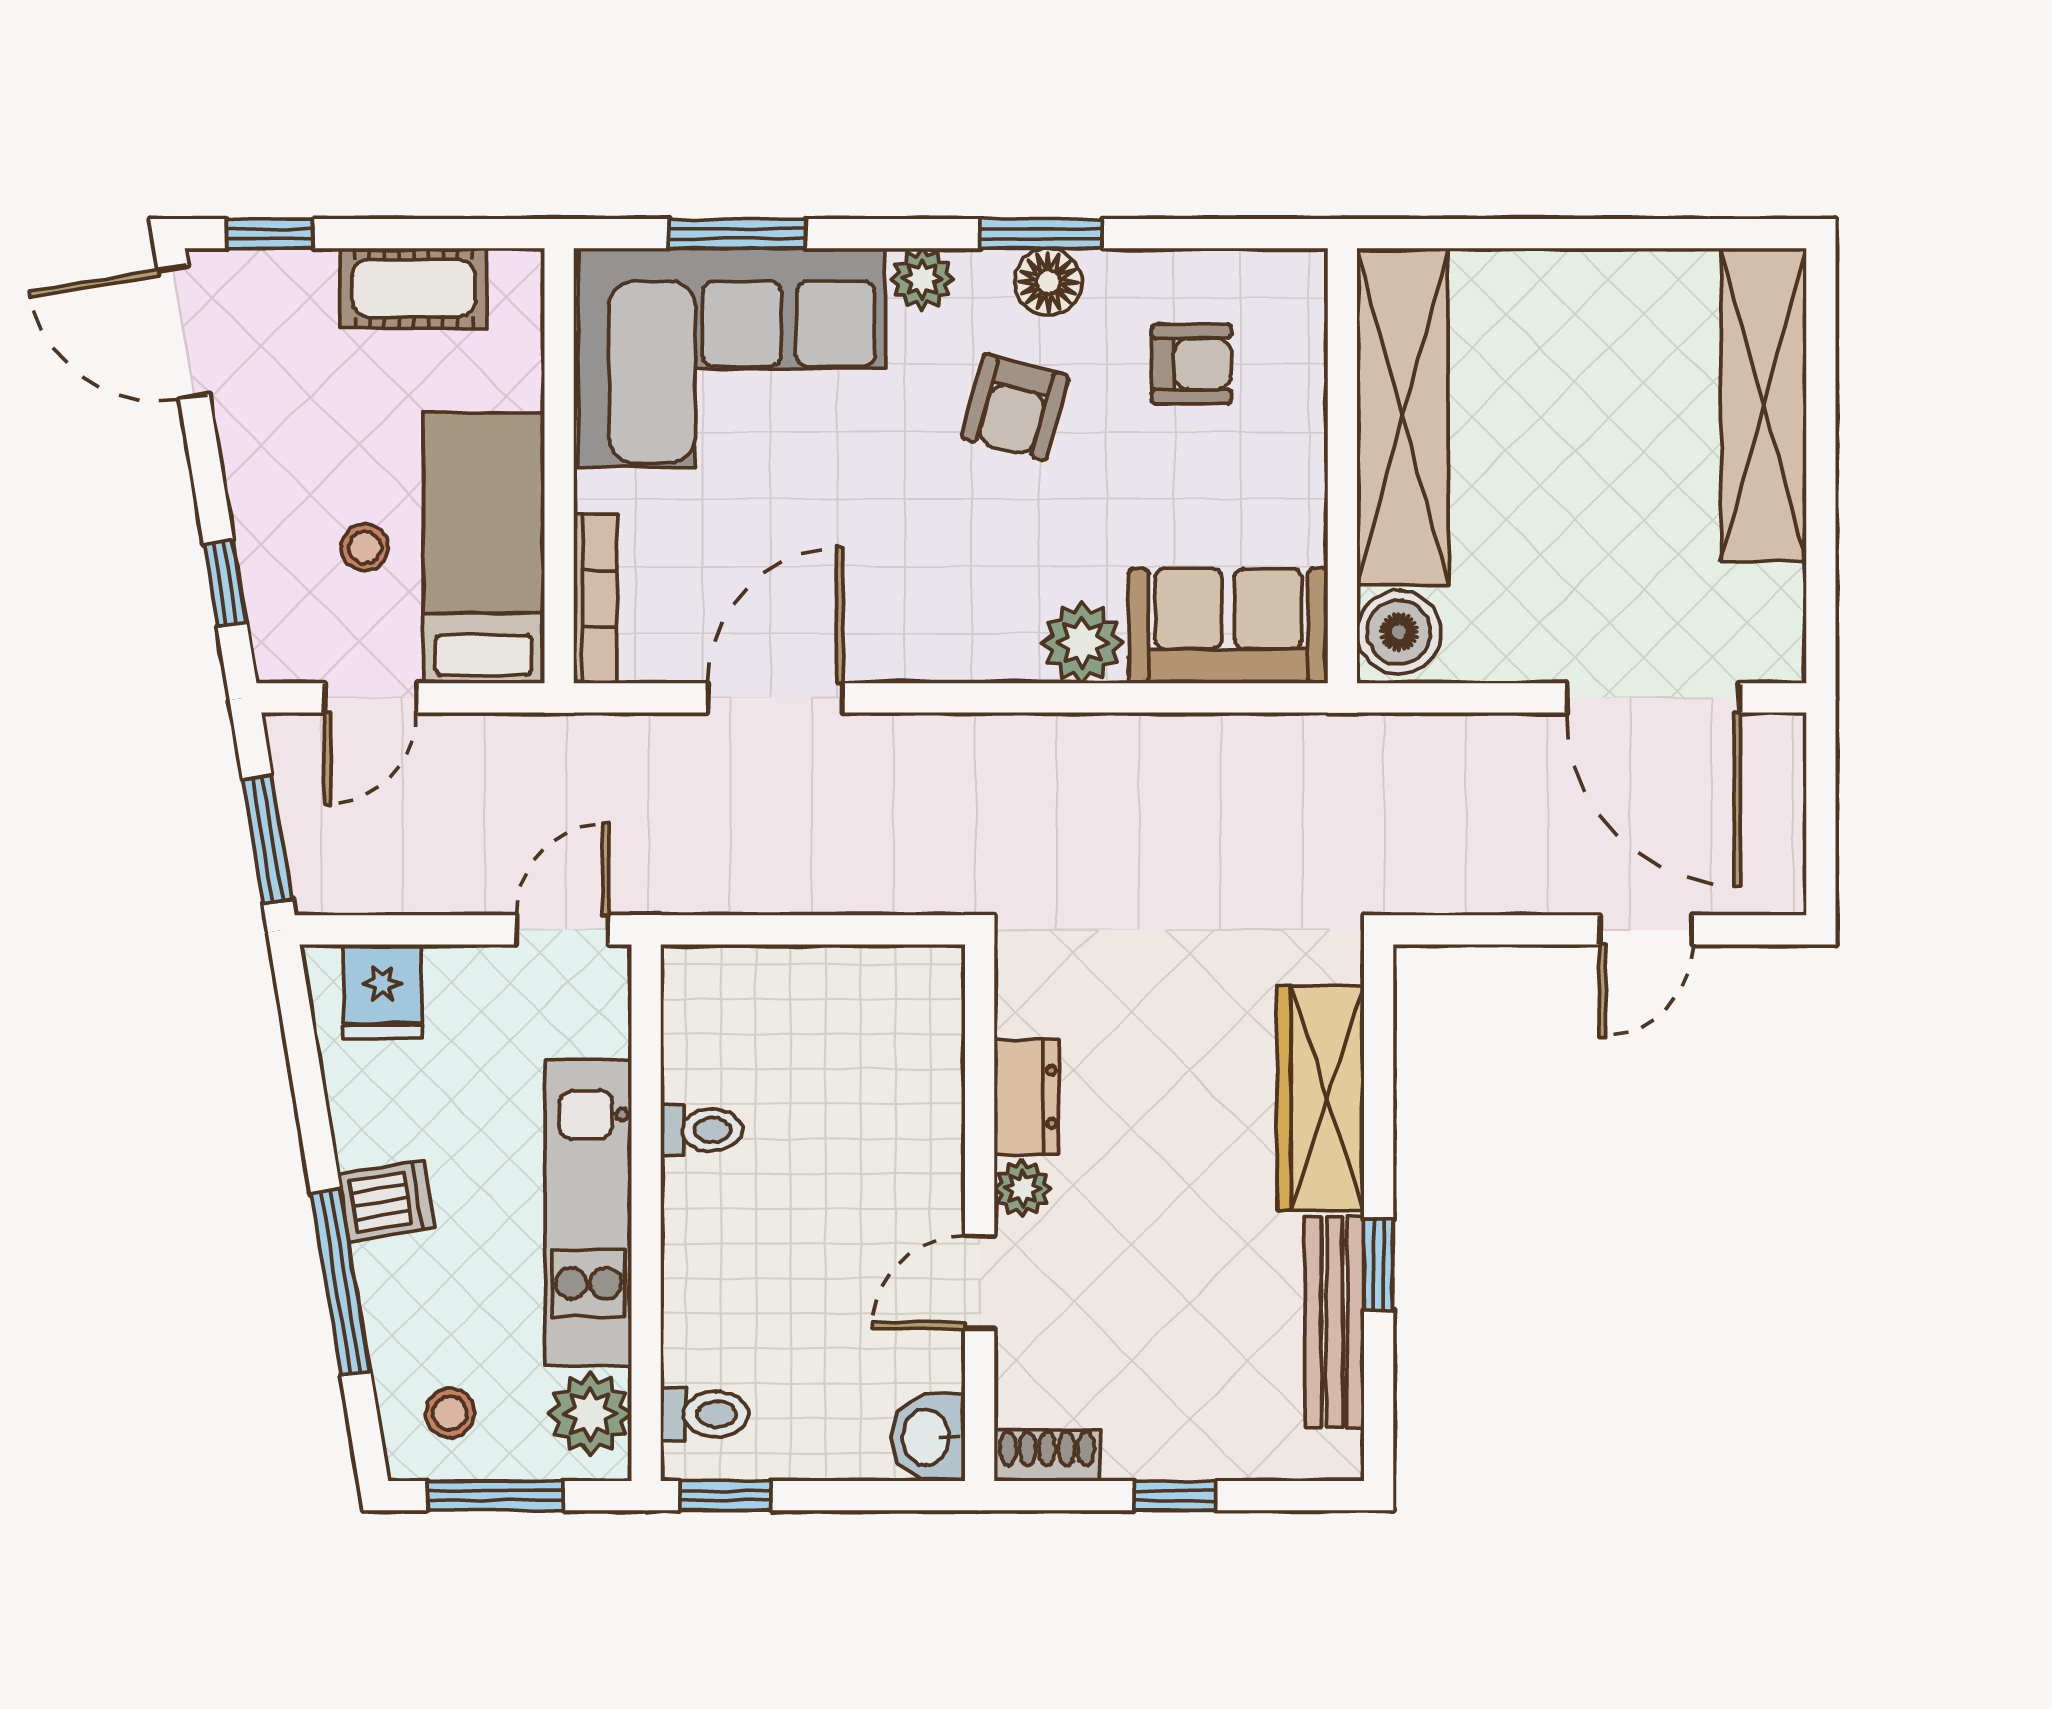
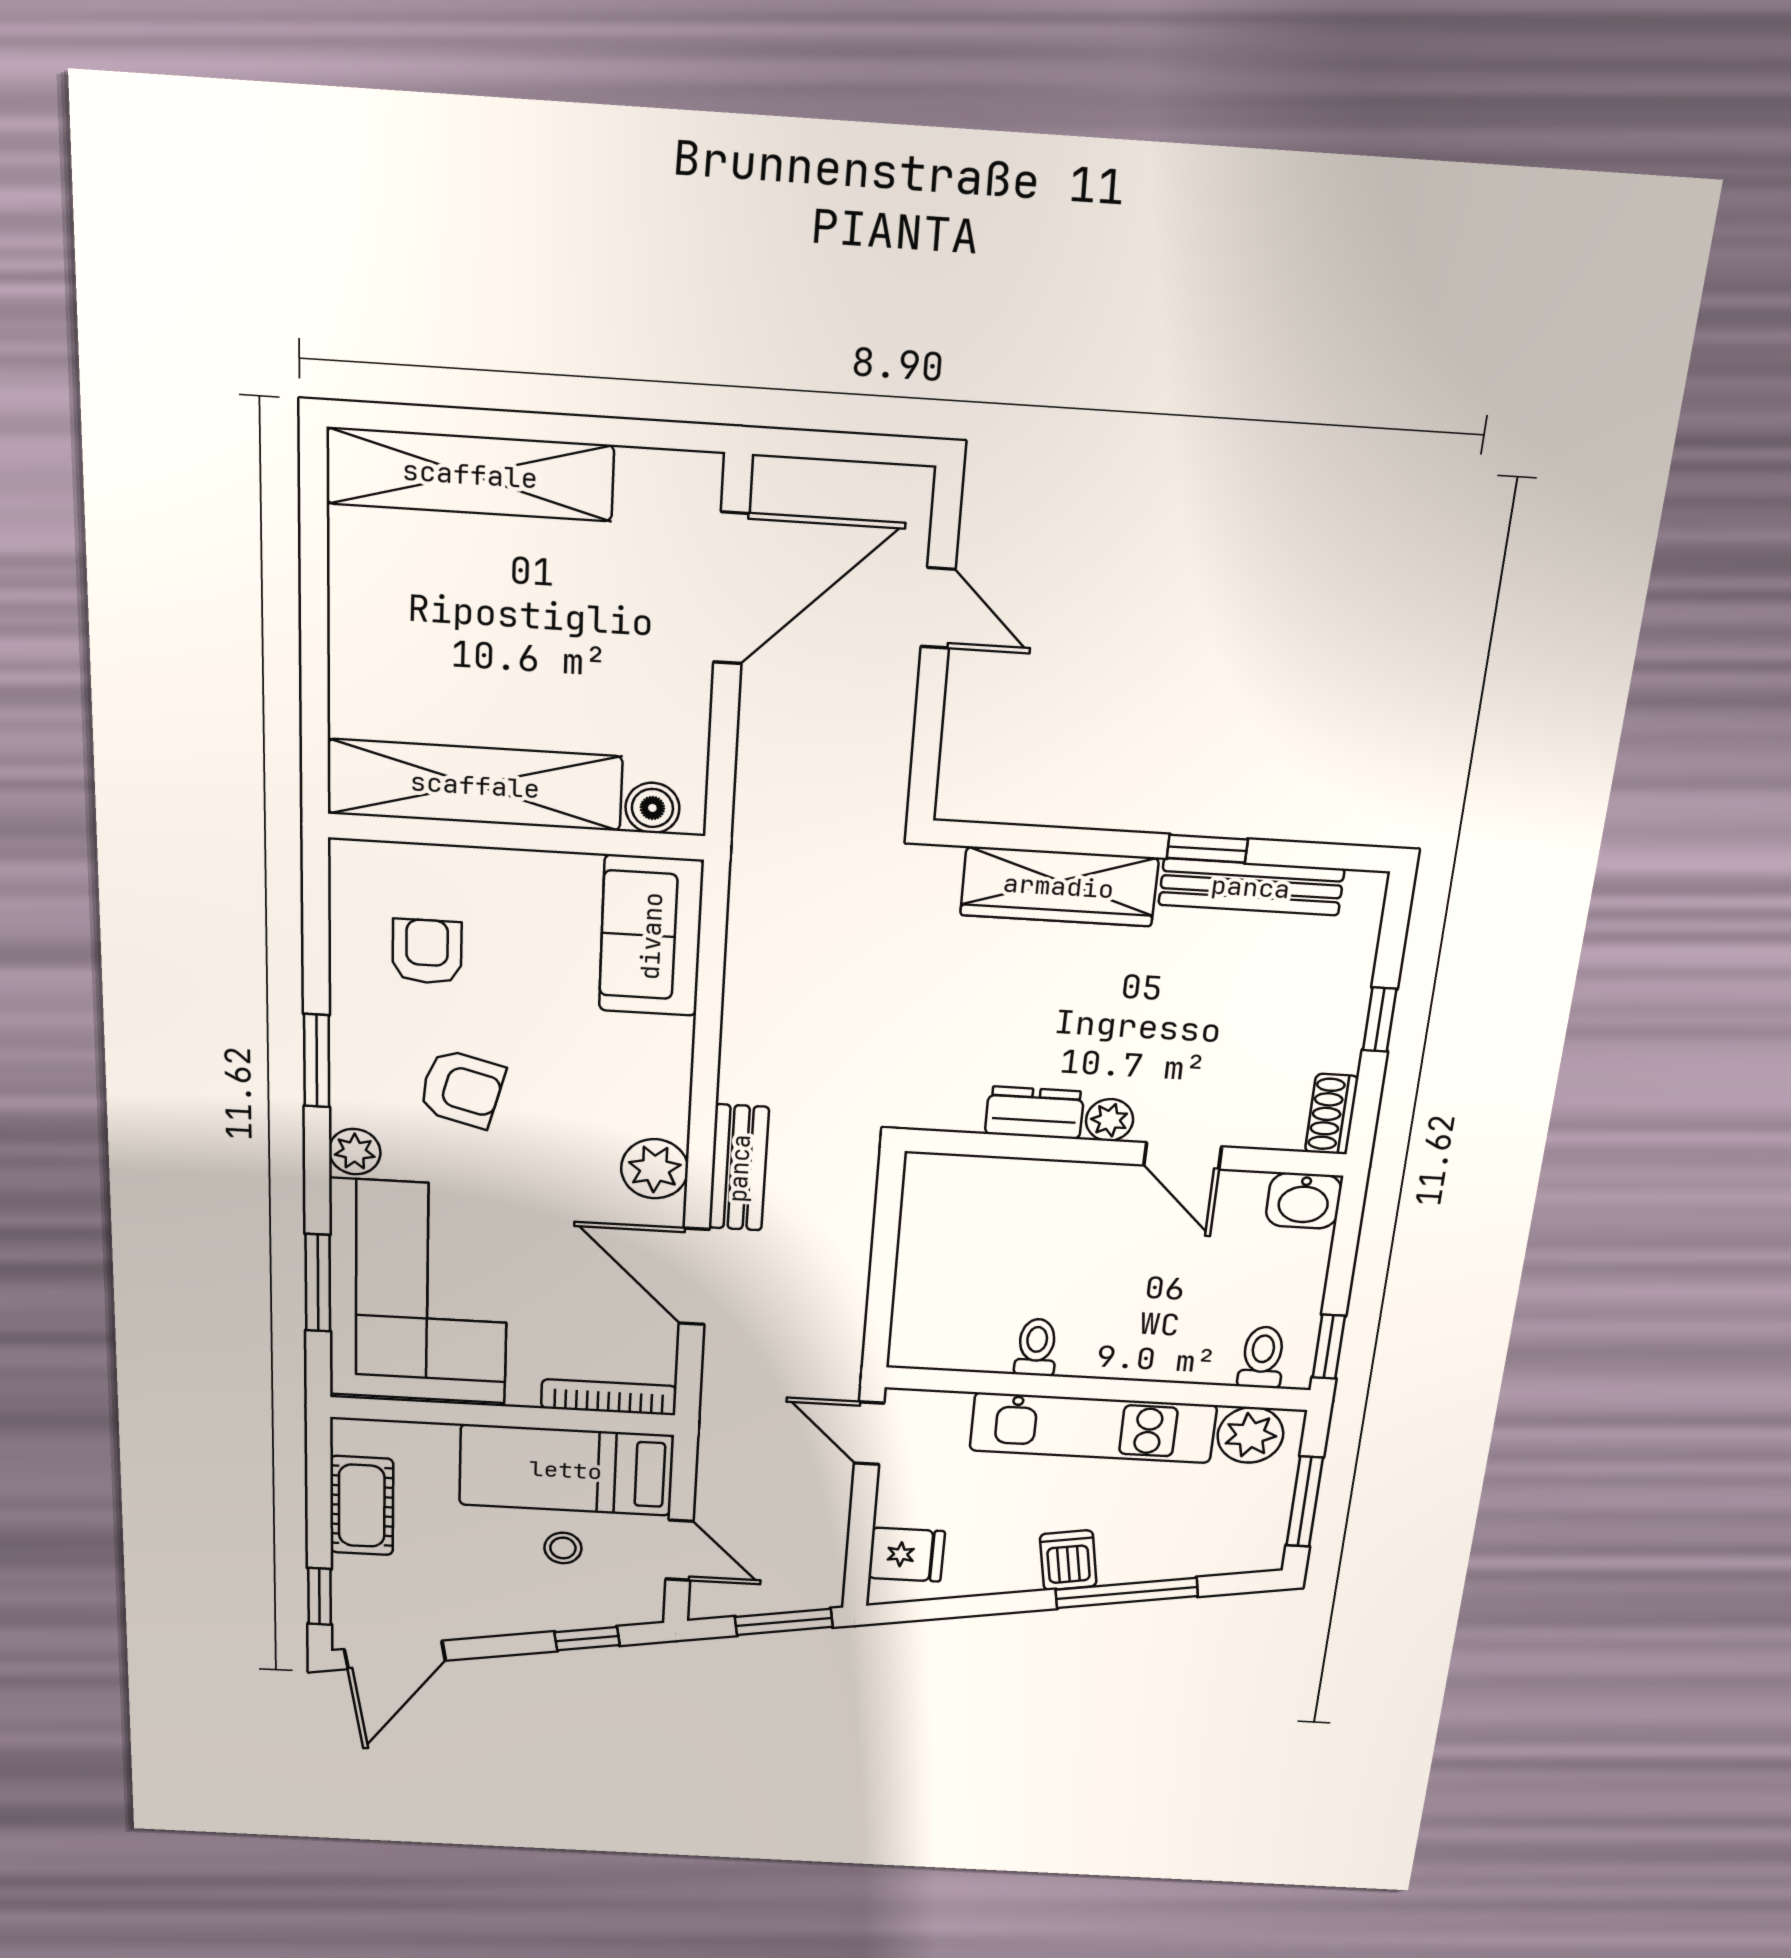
floor lamp: (1048, 282) -> (357, 1058), removed
boiler: (1399, 632) -> (652, 808), width x0.73, depth x0.73
plant: (1082, 643) -> (655, 1169), moved
bench: (930, 745) -> (739, 1168), added
stool: (450, 1413) -> (1237, 1528), removed

